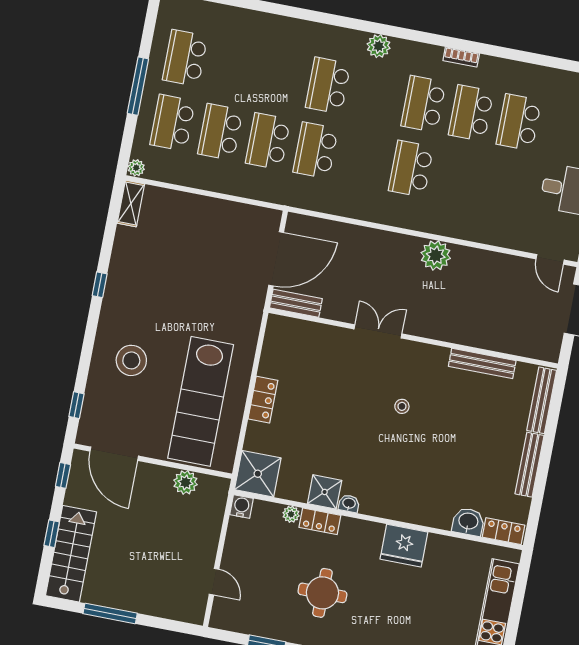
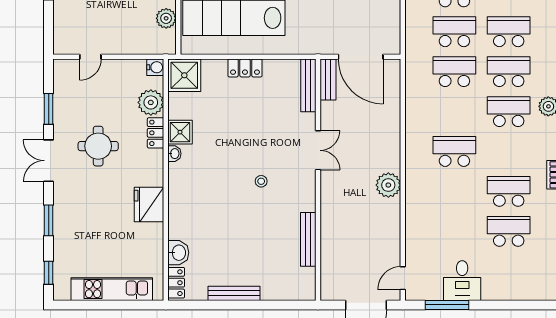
school desk: (280, 76) -> (509, 32), added
school desk: (423, 104) -> (509, 112), moved
bench: (542, 400) -> (308, 85), moved, turned 90
plant: (291, 514) -> (151, 102), width x1.87, depth x1.87

